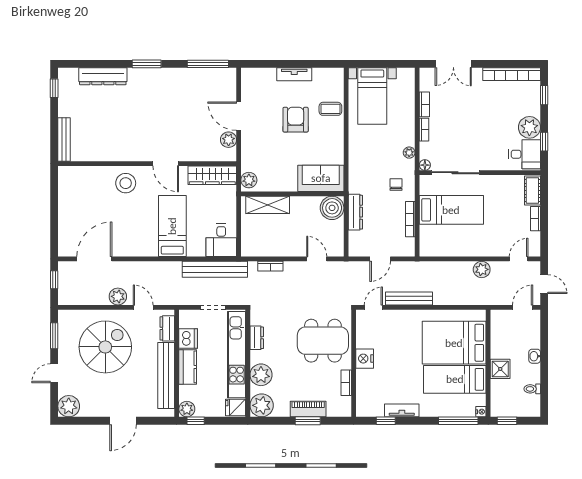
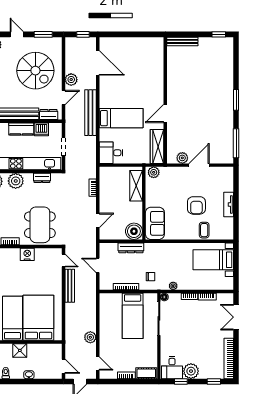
dresser: (103, 76) -> (227, 69), removed
armchair: (296, 120) -> (196, 205), turned 90
stool: (126, 183) -> (151, 85), removed
bench: (215, 269) -> (90, 113), moved

